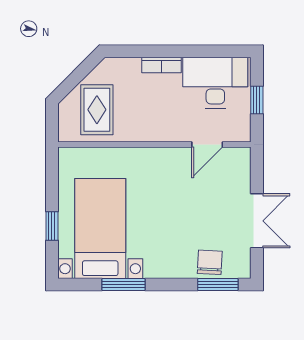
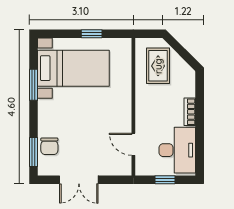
rug: (97, 110) -> (158, 66), turned 90
window: (52, 226) -> (92, 34), moved
chair: (210, 262) -> (49, 146), turned 87

